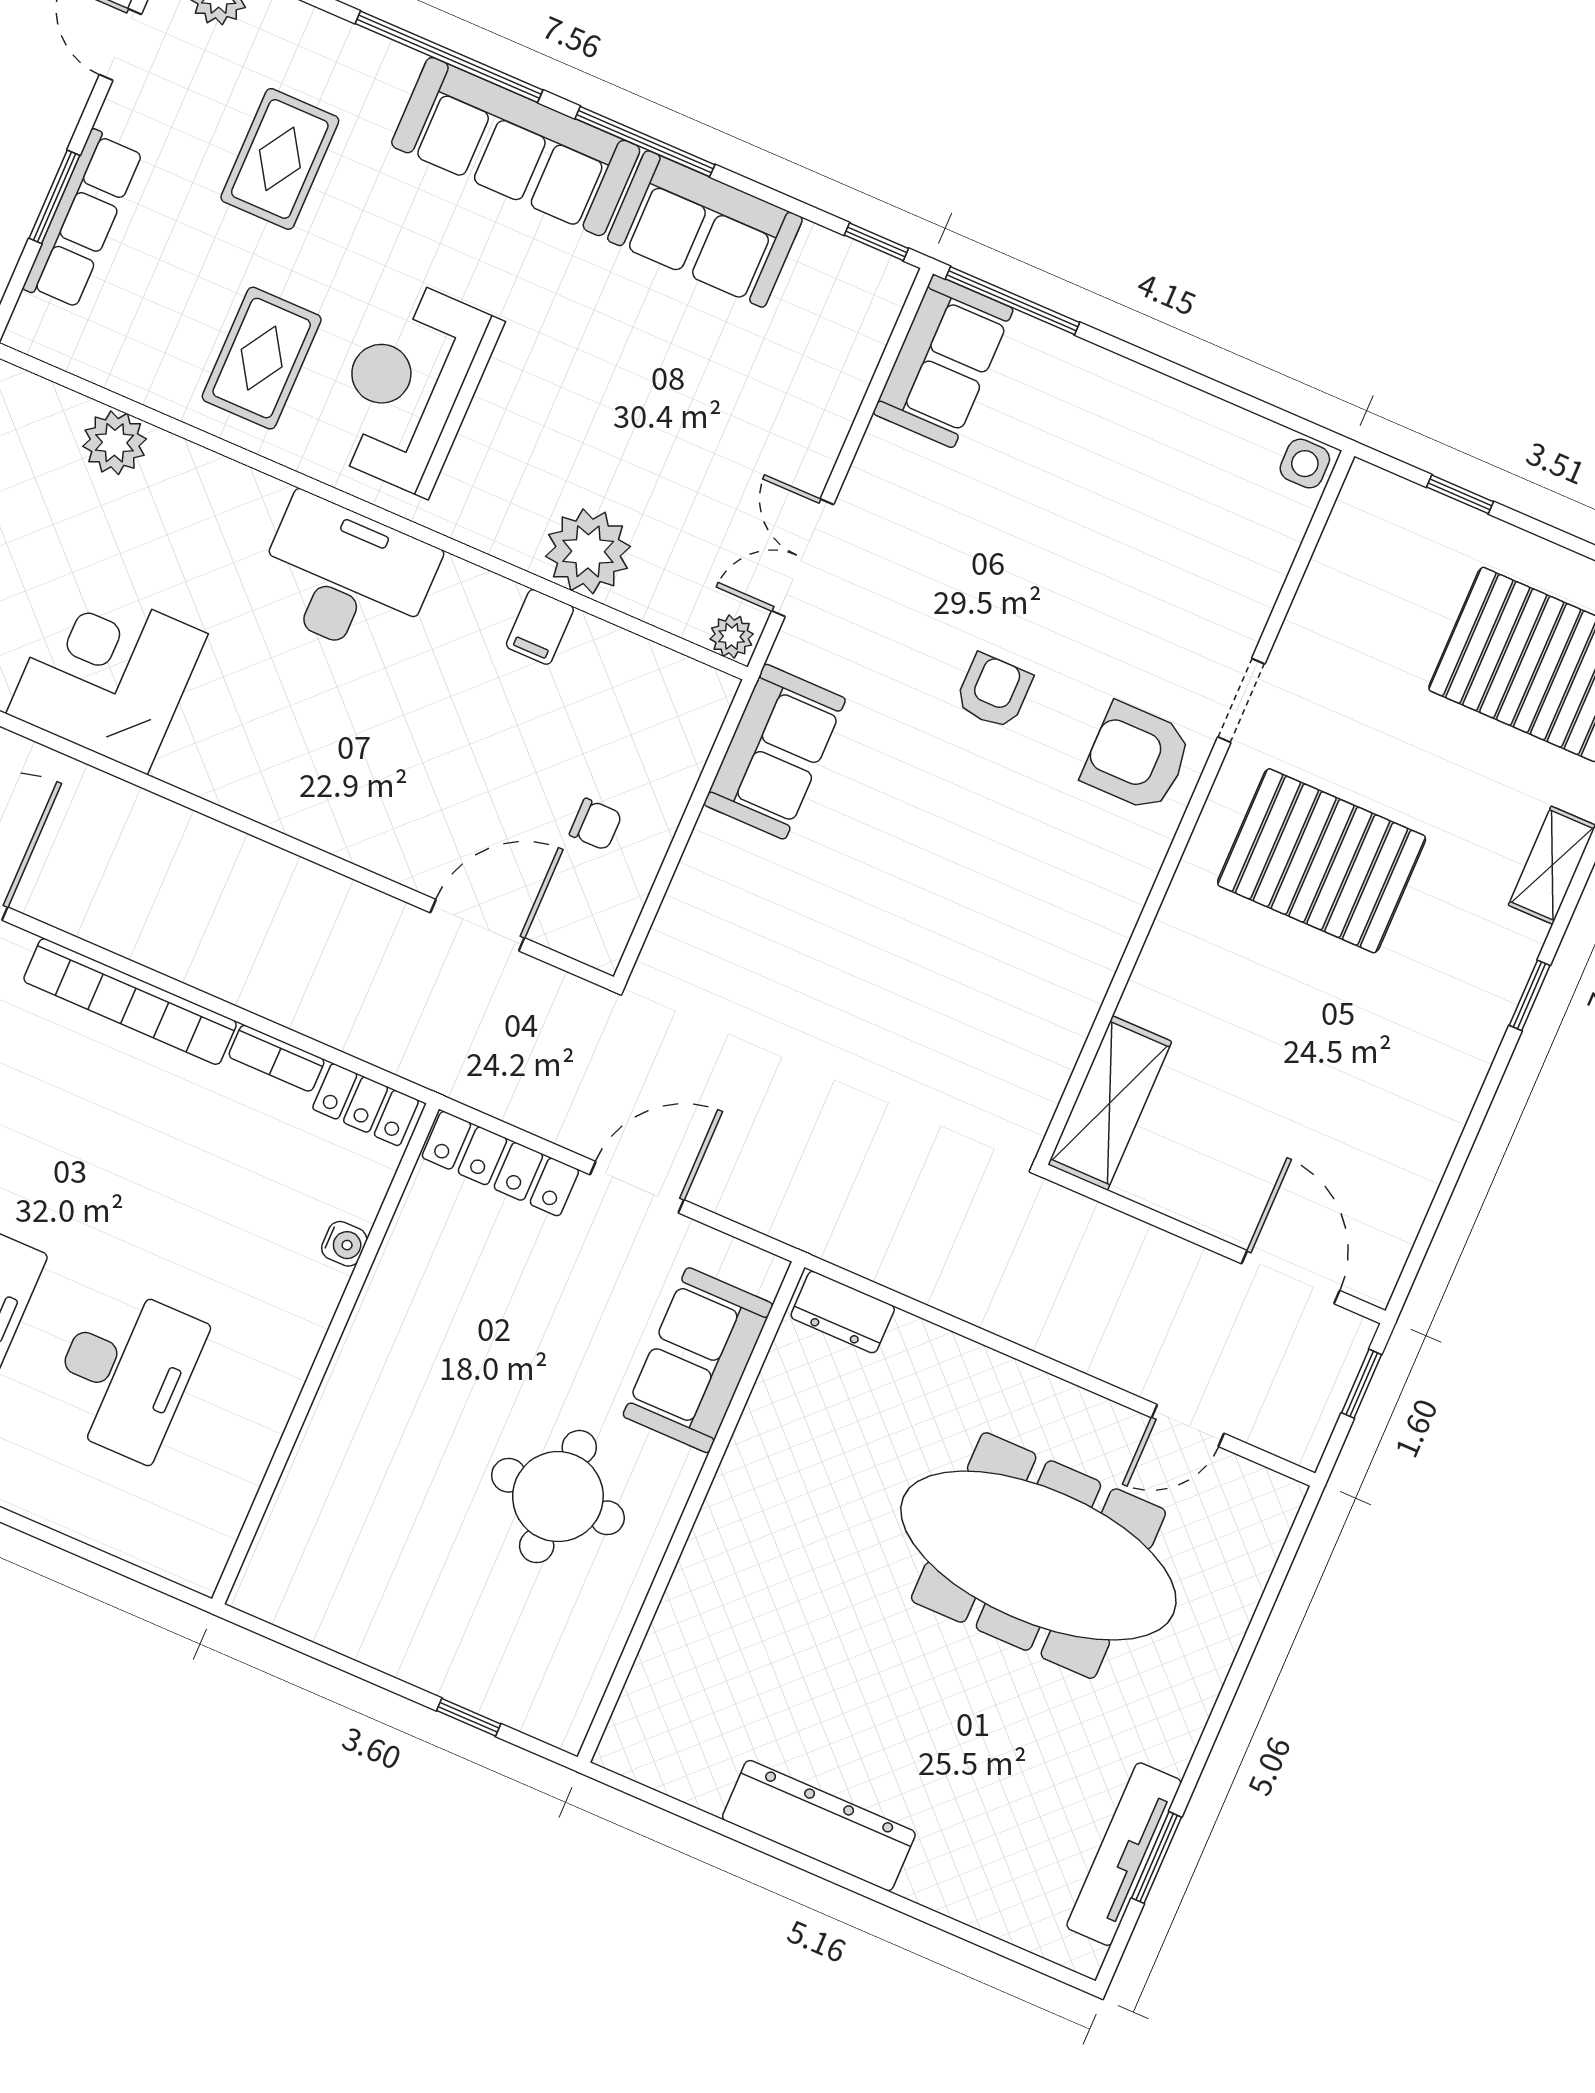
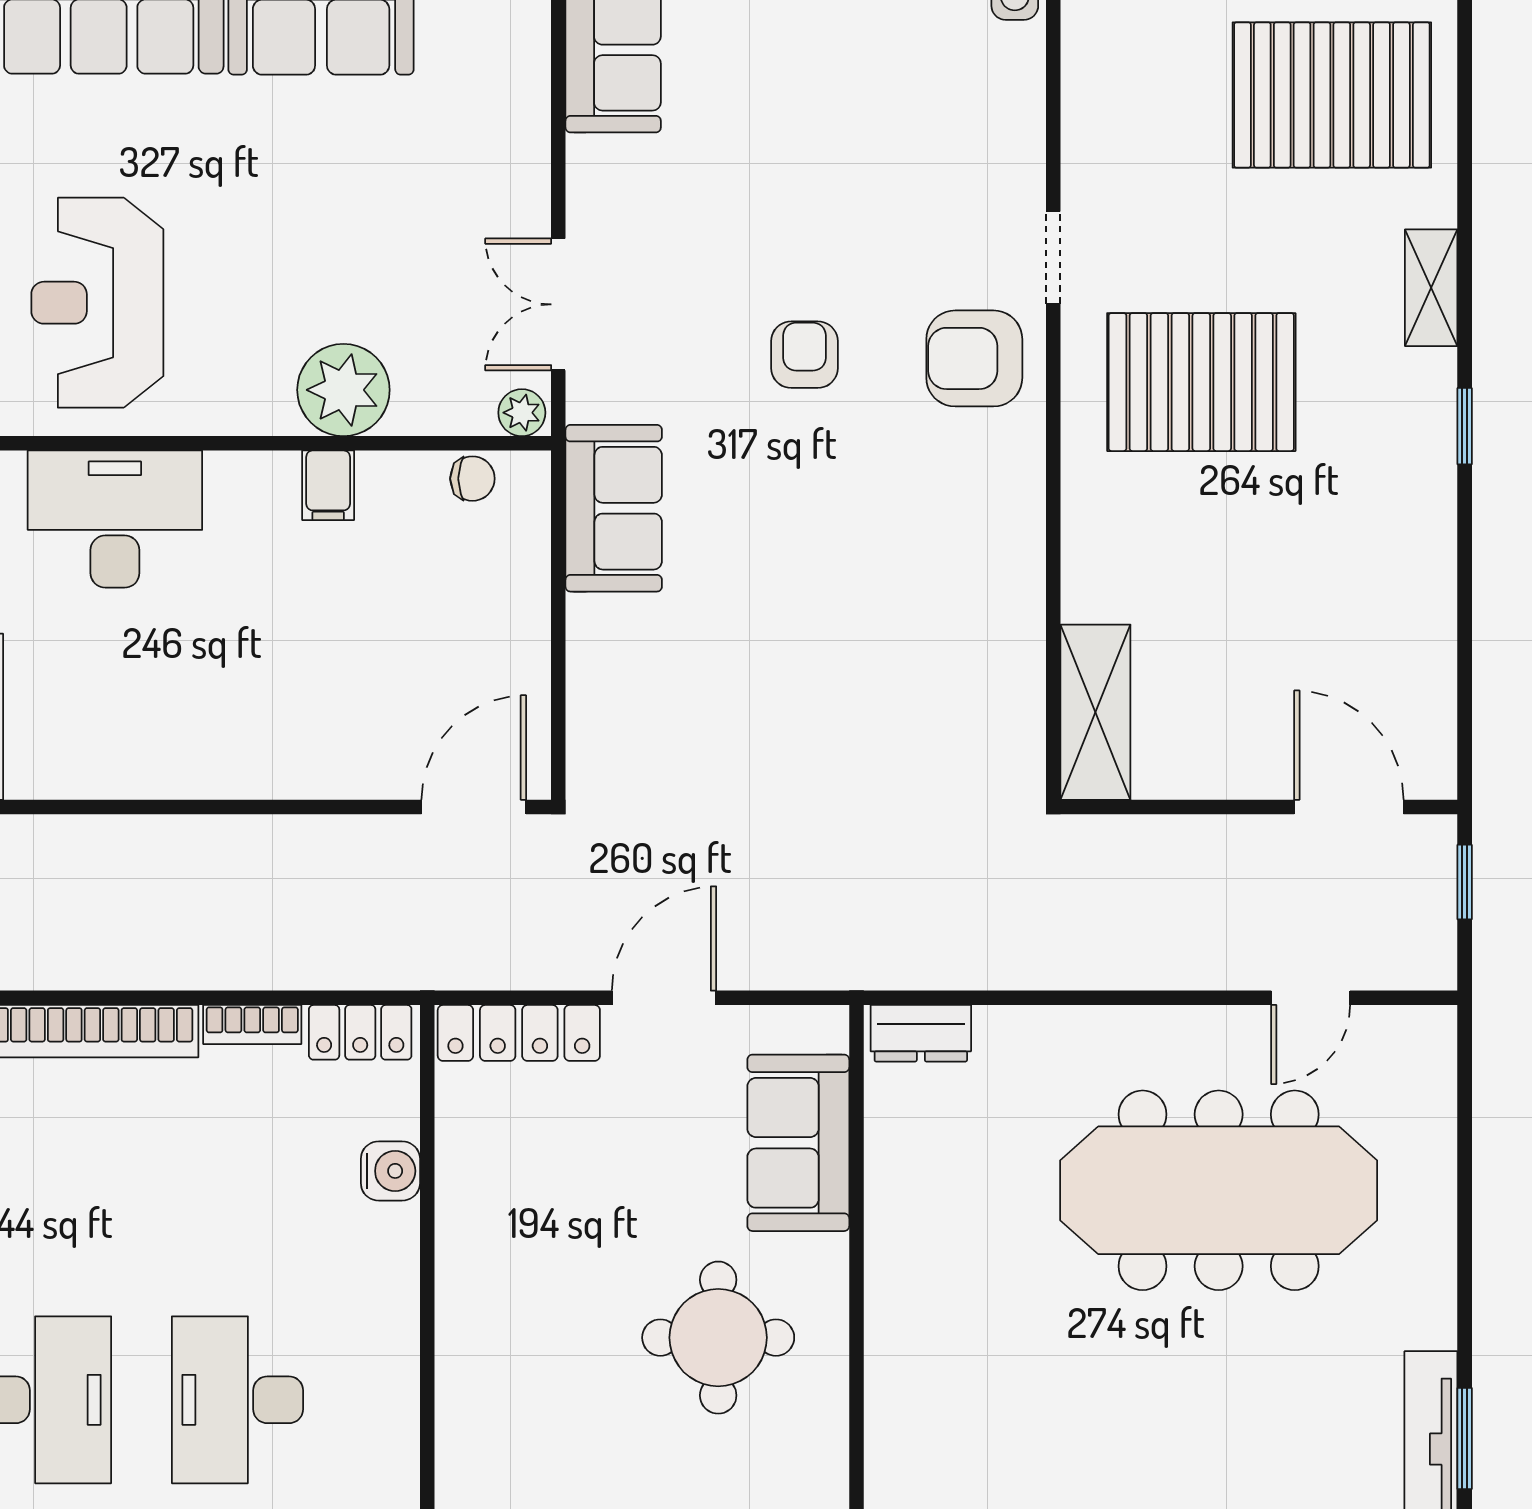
chair: (596, 824) -> (472, 479), moved
door: (477, 925) -> (474, 807), moved
water cooler: (344, 1244) -> (390, 1171), width x1.38, depth x1.38
desk: (126, 1372) -> (237, 1400), turned 180

